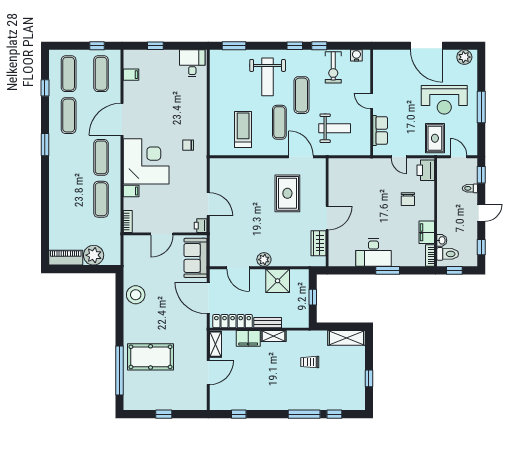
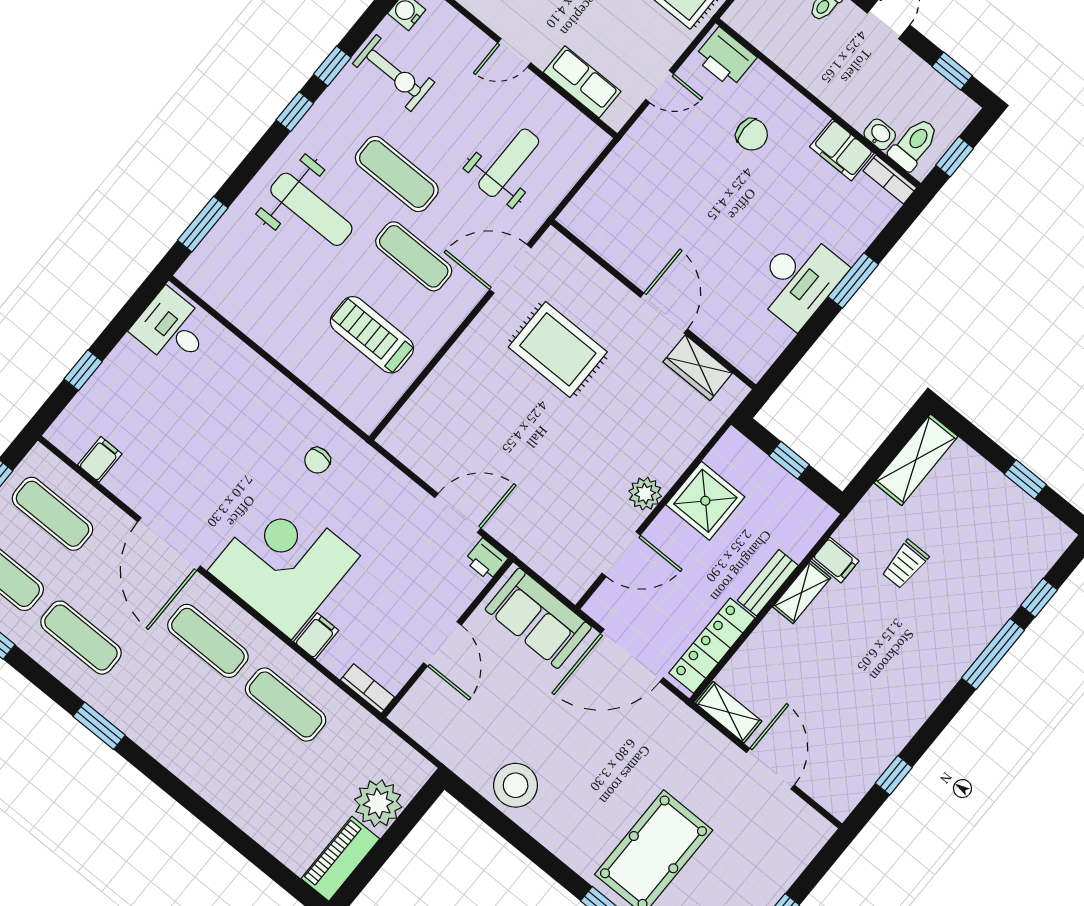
filing cabinet: (248, 338) -> (835, 560), moved, width x0.50

